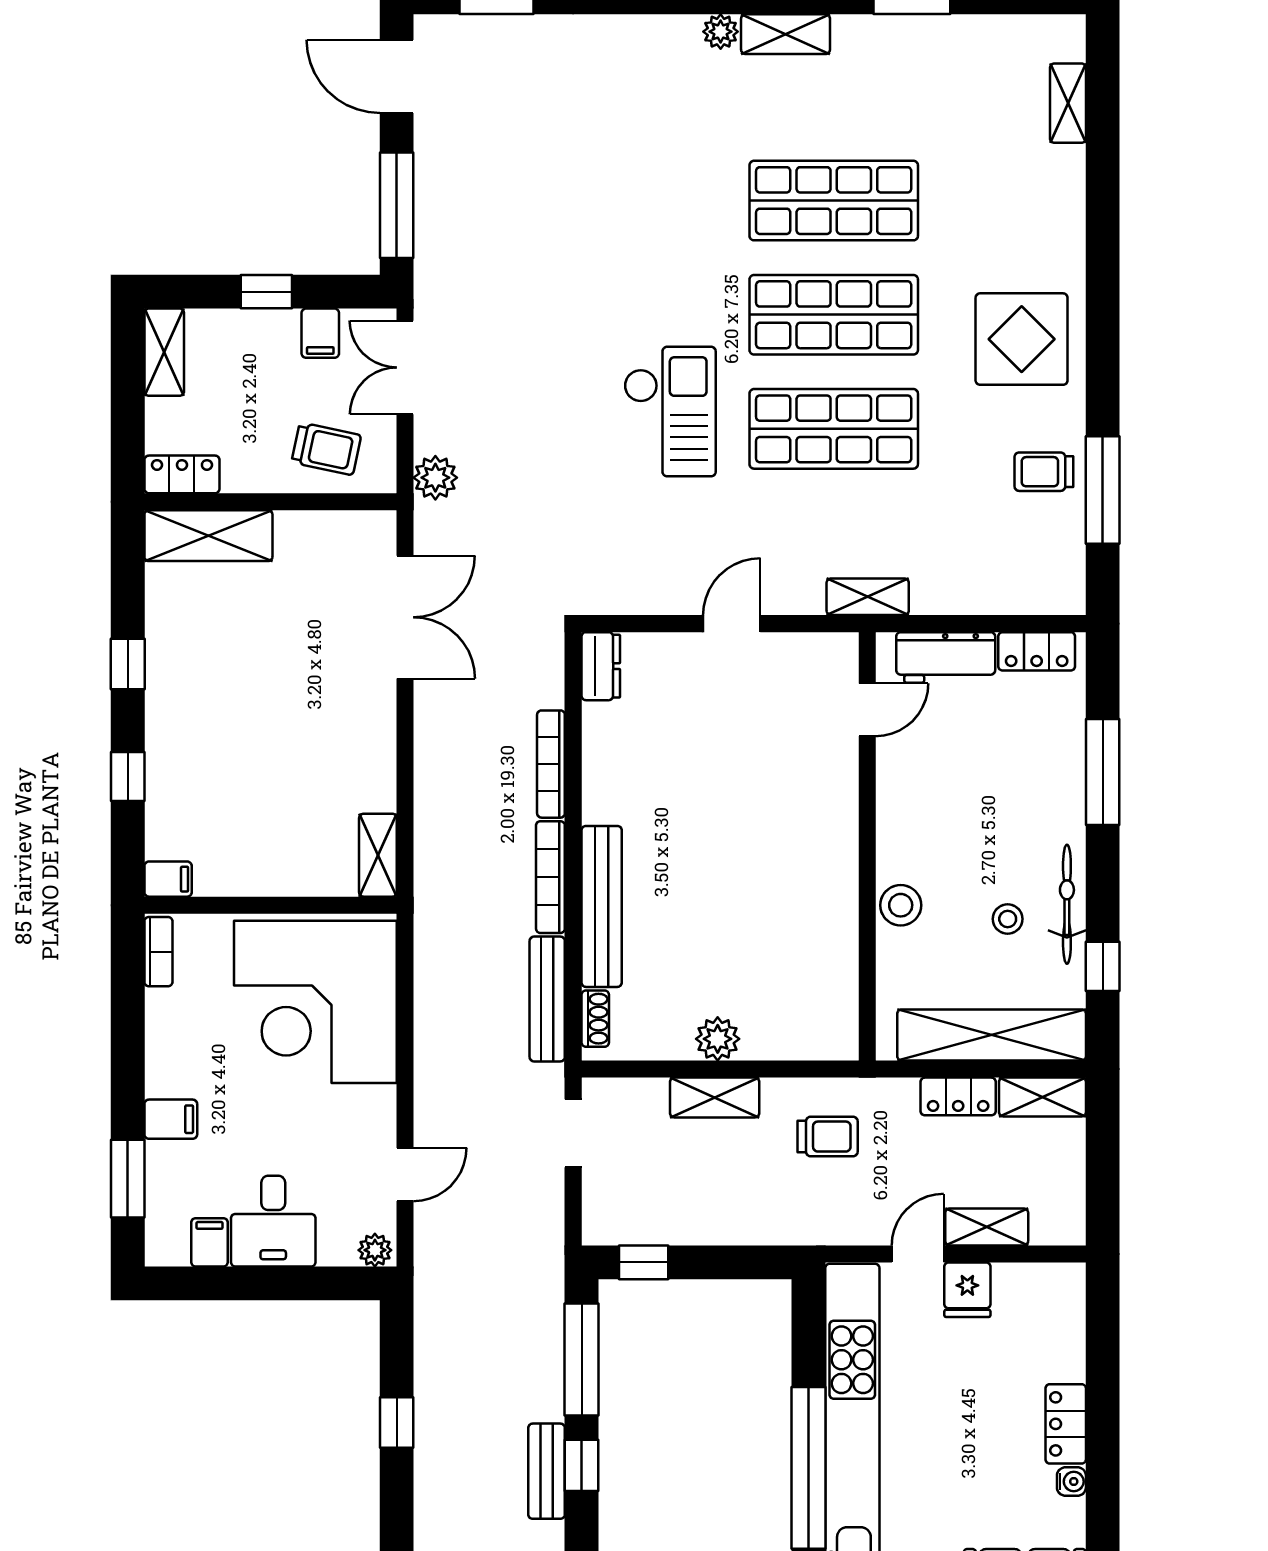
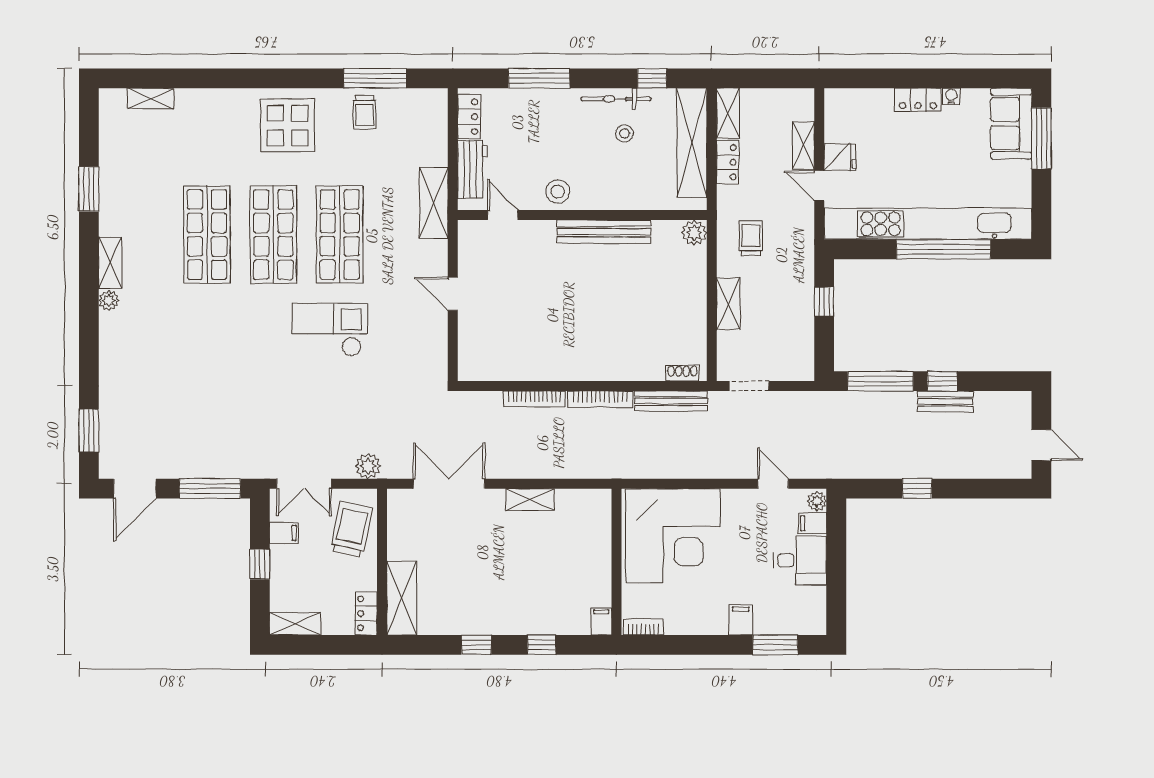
trolley: (326, 449) -> (351, 529), width x1.36, depth x1.39
shelving: (868, 597) -> (434, 203), width x1.50, depth x1.33
dresser: (601, 666) -> (478, 370), removed
shelving: (378, 855) -> (530, 499), moved
stool: (901, 905) -> (558, 192), moved
bench: (602, 906) -> (604, 232), moved
plant: (718, 1039) -> (694, 233), moved
filing cabinet: (210, 1242) -> (812, 523), moved
window: (644, 1262) -> (824, 301), moved

